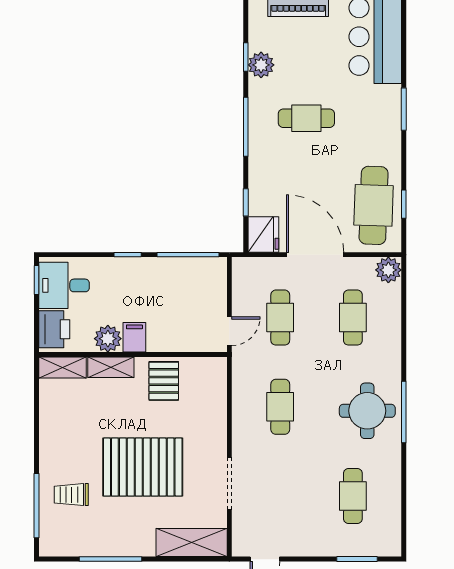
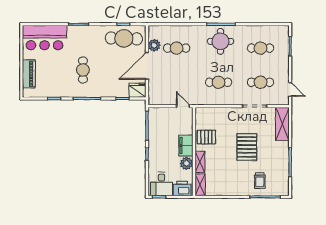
plant: (261, 65) -> (58, 91), removed
plant: (388, 270) -> (154, 45), moved
cafe table: (280, 318) -> (261, 82), moved
filing cabinet: (134, 337) -> (186, 146), width x2.00
pallet: (143, 467) -> (247, 147), width x0.73, depth x0.71

